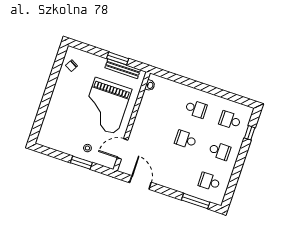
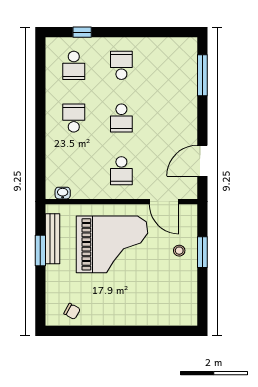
school desk: (209, 182) -> (121, 171), moved

